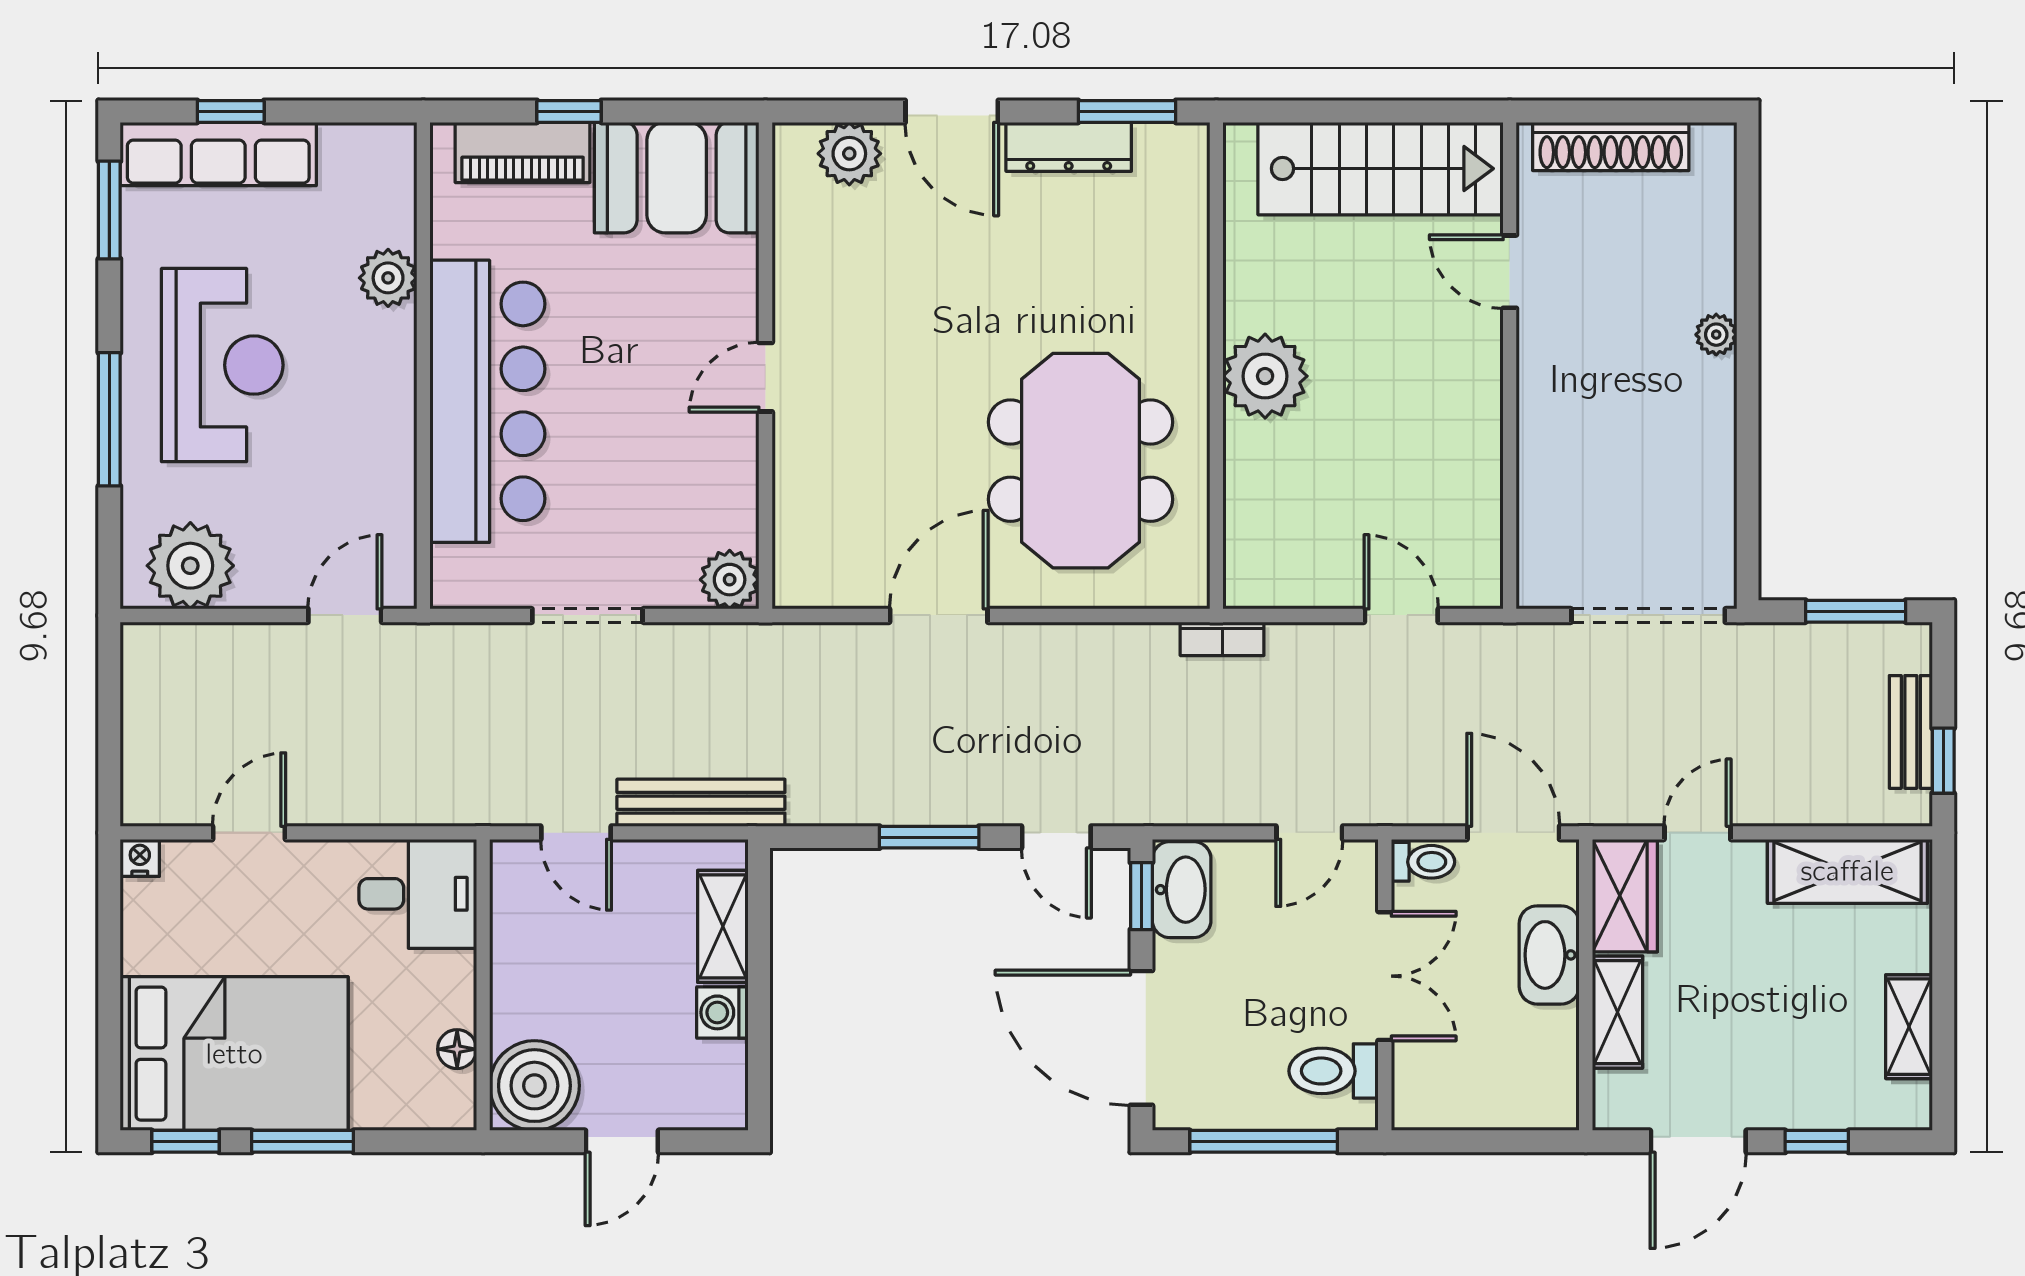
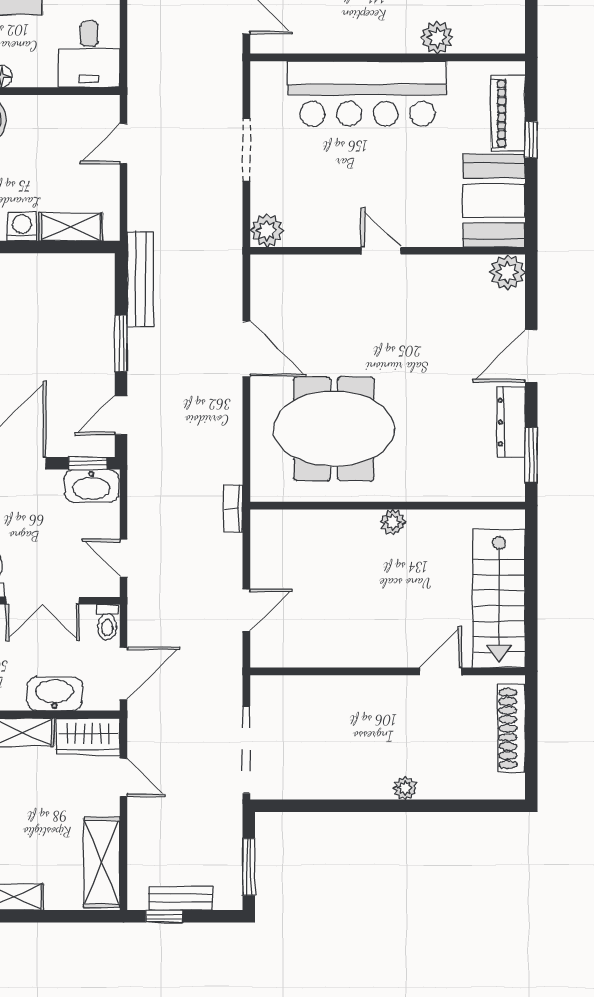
plant: (849, 154) -> (507, 272), moved
plant: (1265, 376) -> (393, 522), width x0.53, depth x0.53
bench: (701, 803) -> (141, 279), moved

